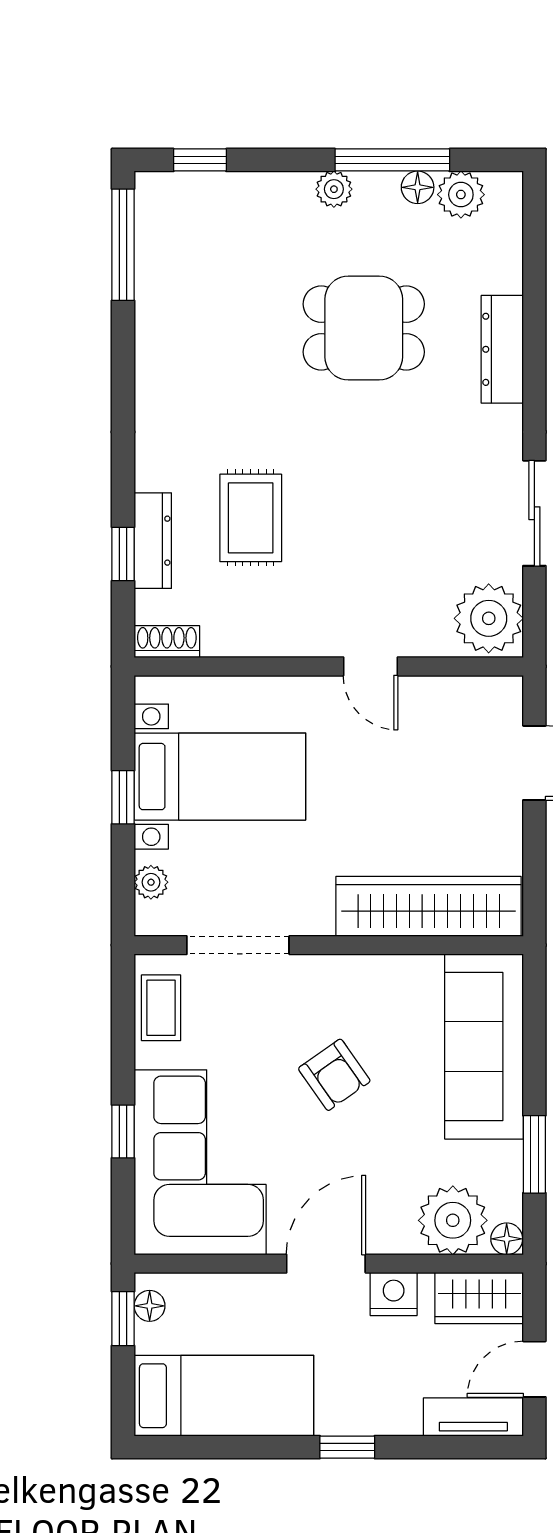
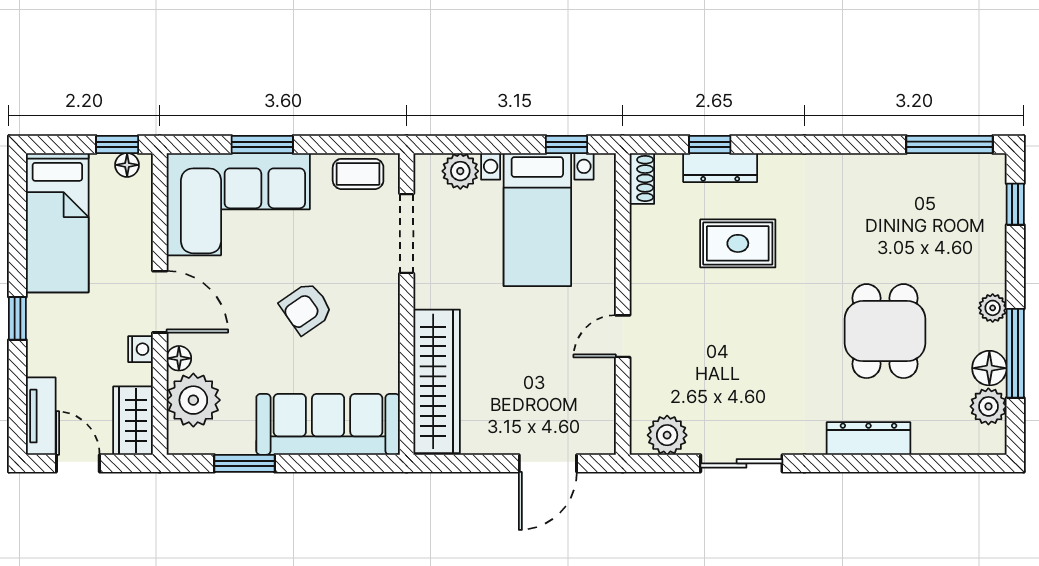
floor lamp: (418, 187) -> (989, 368), width x1.37, depth x1.37
plant: (489, 618) -> (667, 435), width x0.73, depth x0.73
window: (123, 797) -> (566, 144), moved
plant: (151, 882) -> (460, 171), width x1.38, depth x1.38
window: (123, 1131) -> (262, 144), width x1.50
floor lamp: (507, 1239) -> (179, 358), moved
nightstand: (394, 1294) -> (141, 349), width x0.72, depth x0.74

